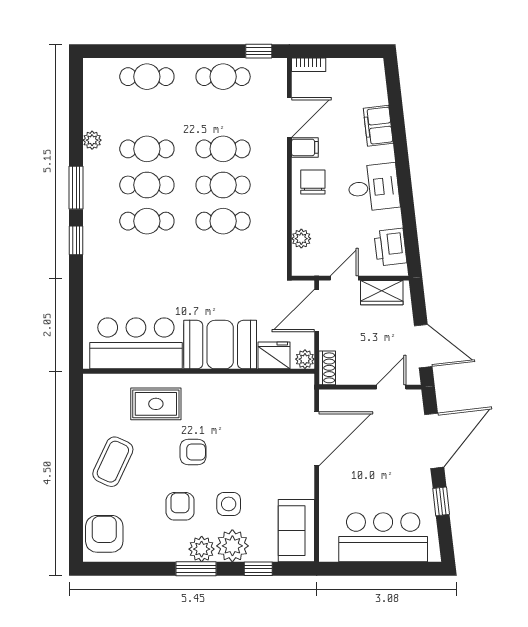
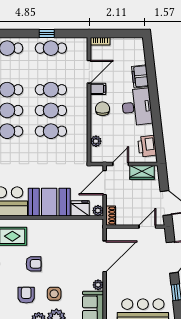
window: (259, 51) -> (47, 33), moved
desk: (373, 187) -> (137, 107), width x1.37
plant: (305, 488) -> (98, 285), added

